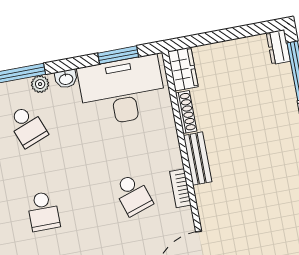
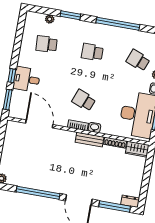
school desk: (27, 126) -> (138, 60), turned 42
washbasin: (173, 158) -> (94, 128), added
school desk: (133, 195) -> (84, 100), turned 39

